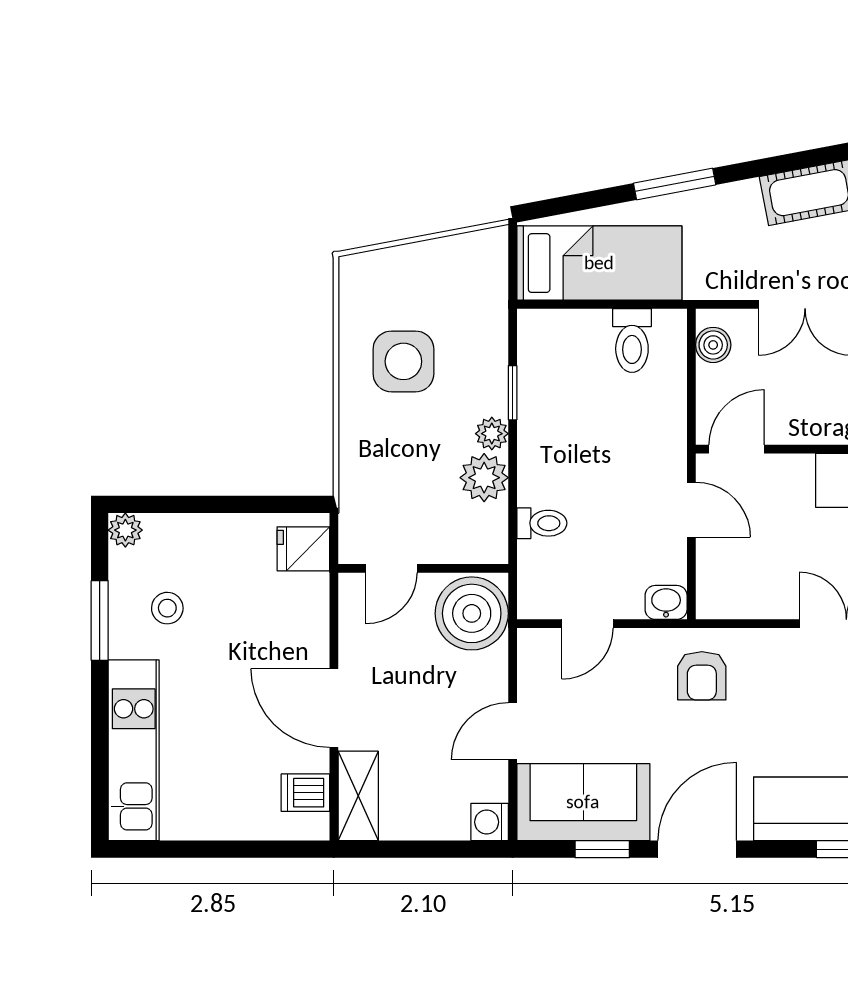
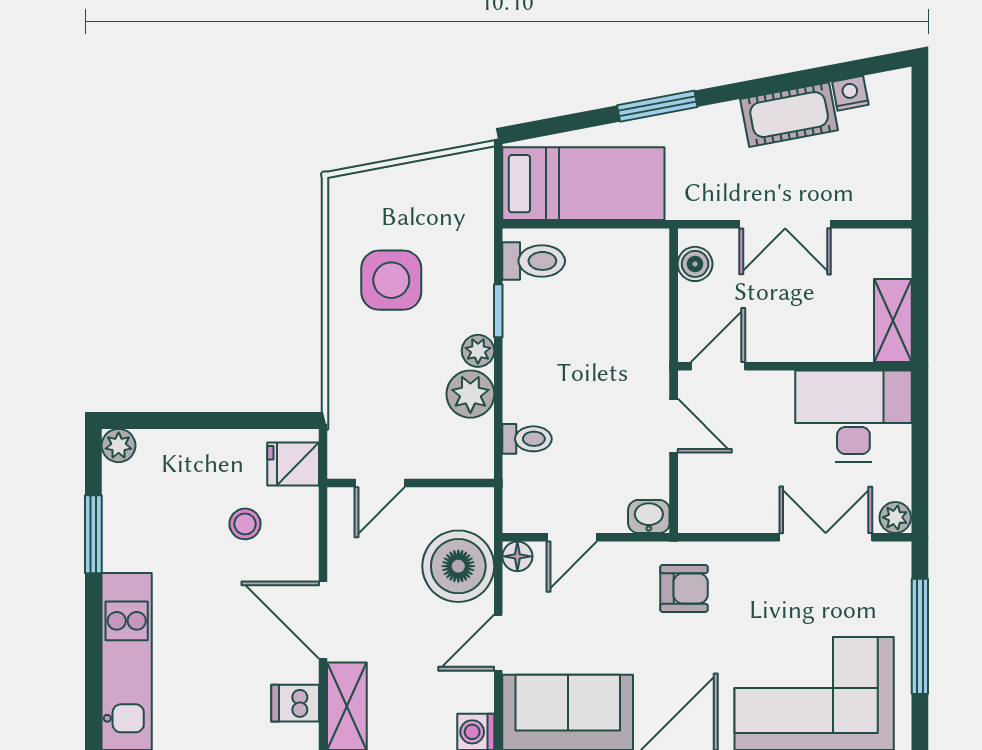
toilet: (632, 341) -> (534, 261), moved, turned -90
stool: (167, 608) -> (245, 524), moved
boiler: (472, 613) -> (458, 566), moved
floor lamp: (532, 643) -> (517, 556), added
armchair: (702, 676) -> (684, 588), turned -90

